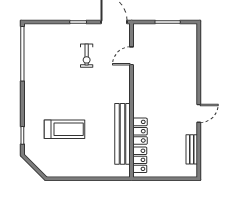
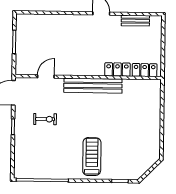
door: (132, 56) -> (46, 76), swing flipped
treadmill: (65, 129) -> (92, 157), moved
bench: (123, 134) -> (93, 86), moved

